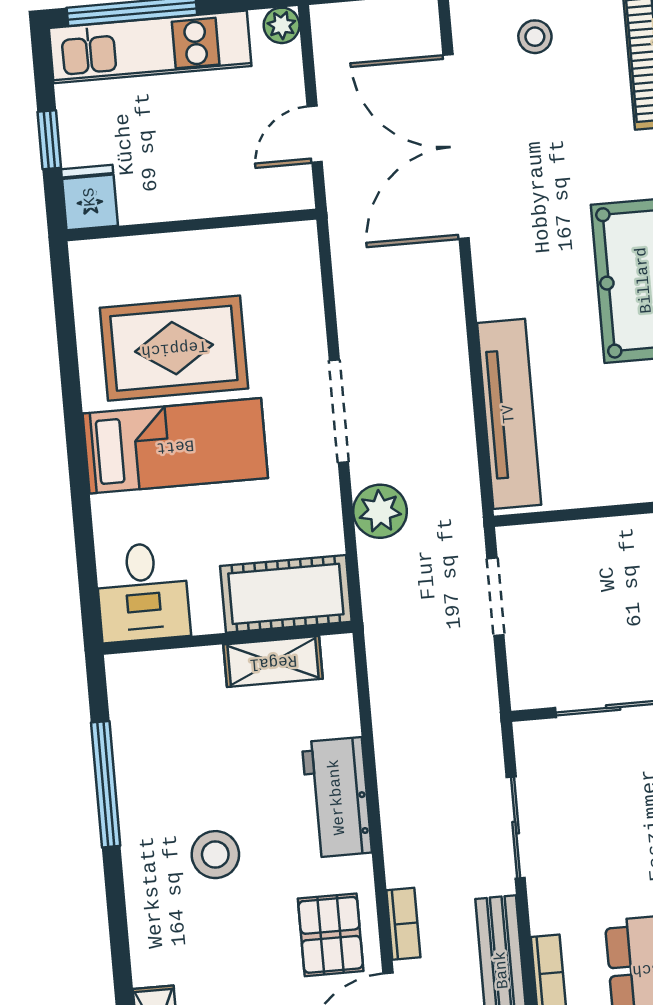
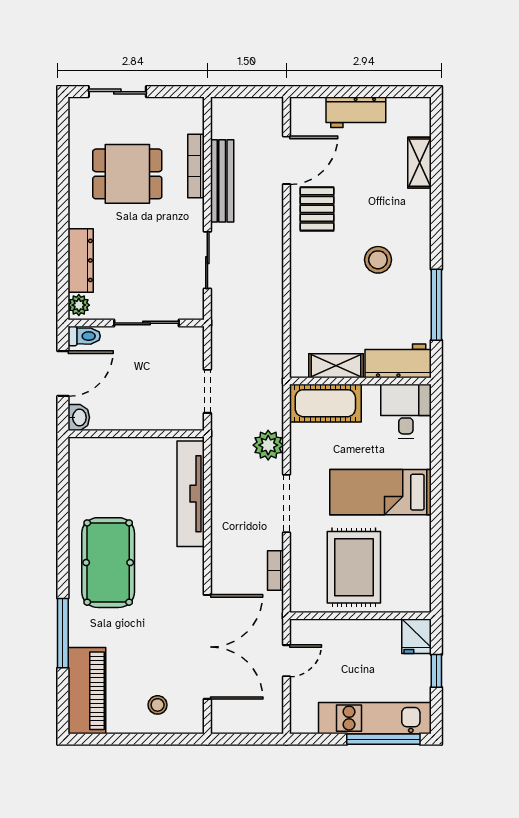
plant: (282, 25) -> (300, 724), removed
rug: (174, 348) -> (354, 567), moved, turned 90
workbench: (337, 797) -> (398, 361), moved, turned -90
bookcase: (403, 924) -> (275, 570), moved

